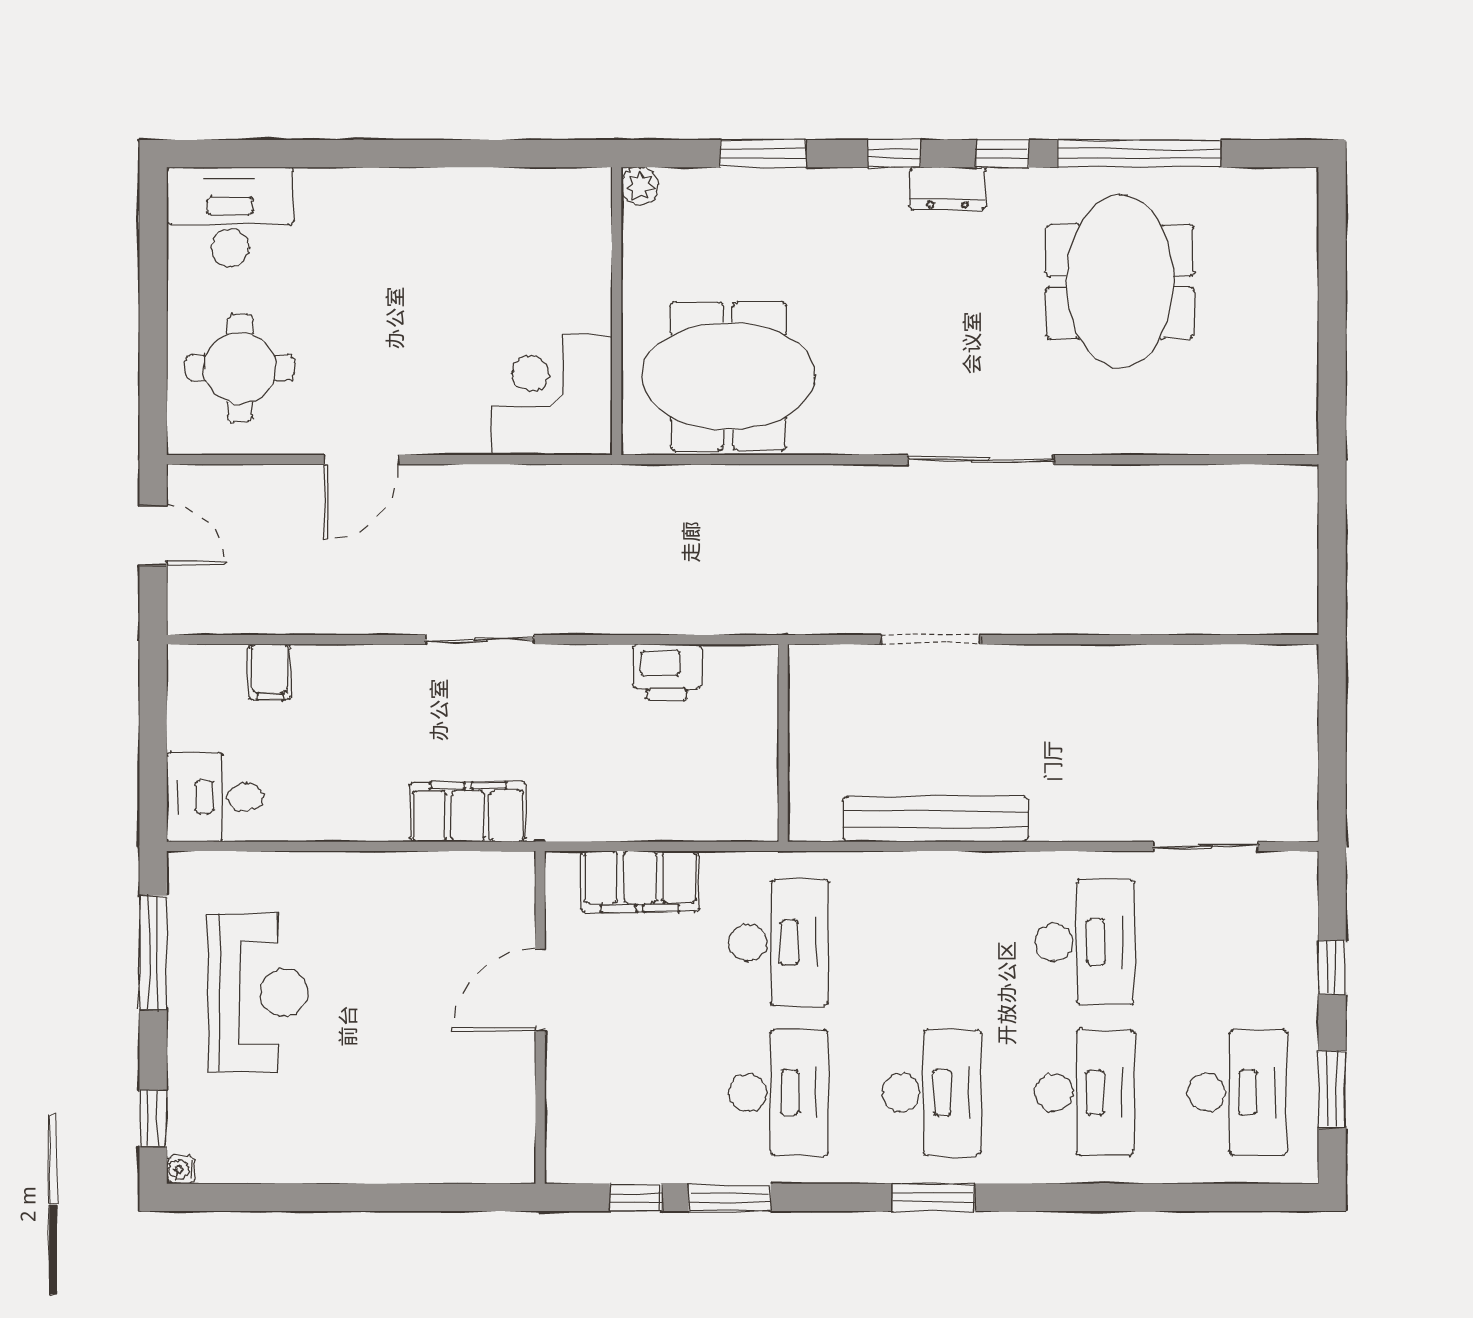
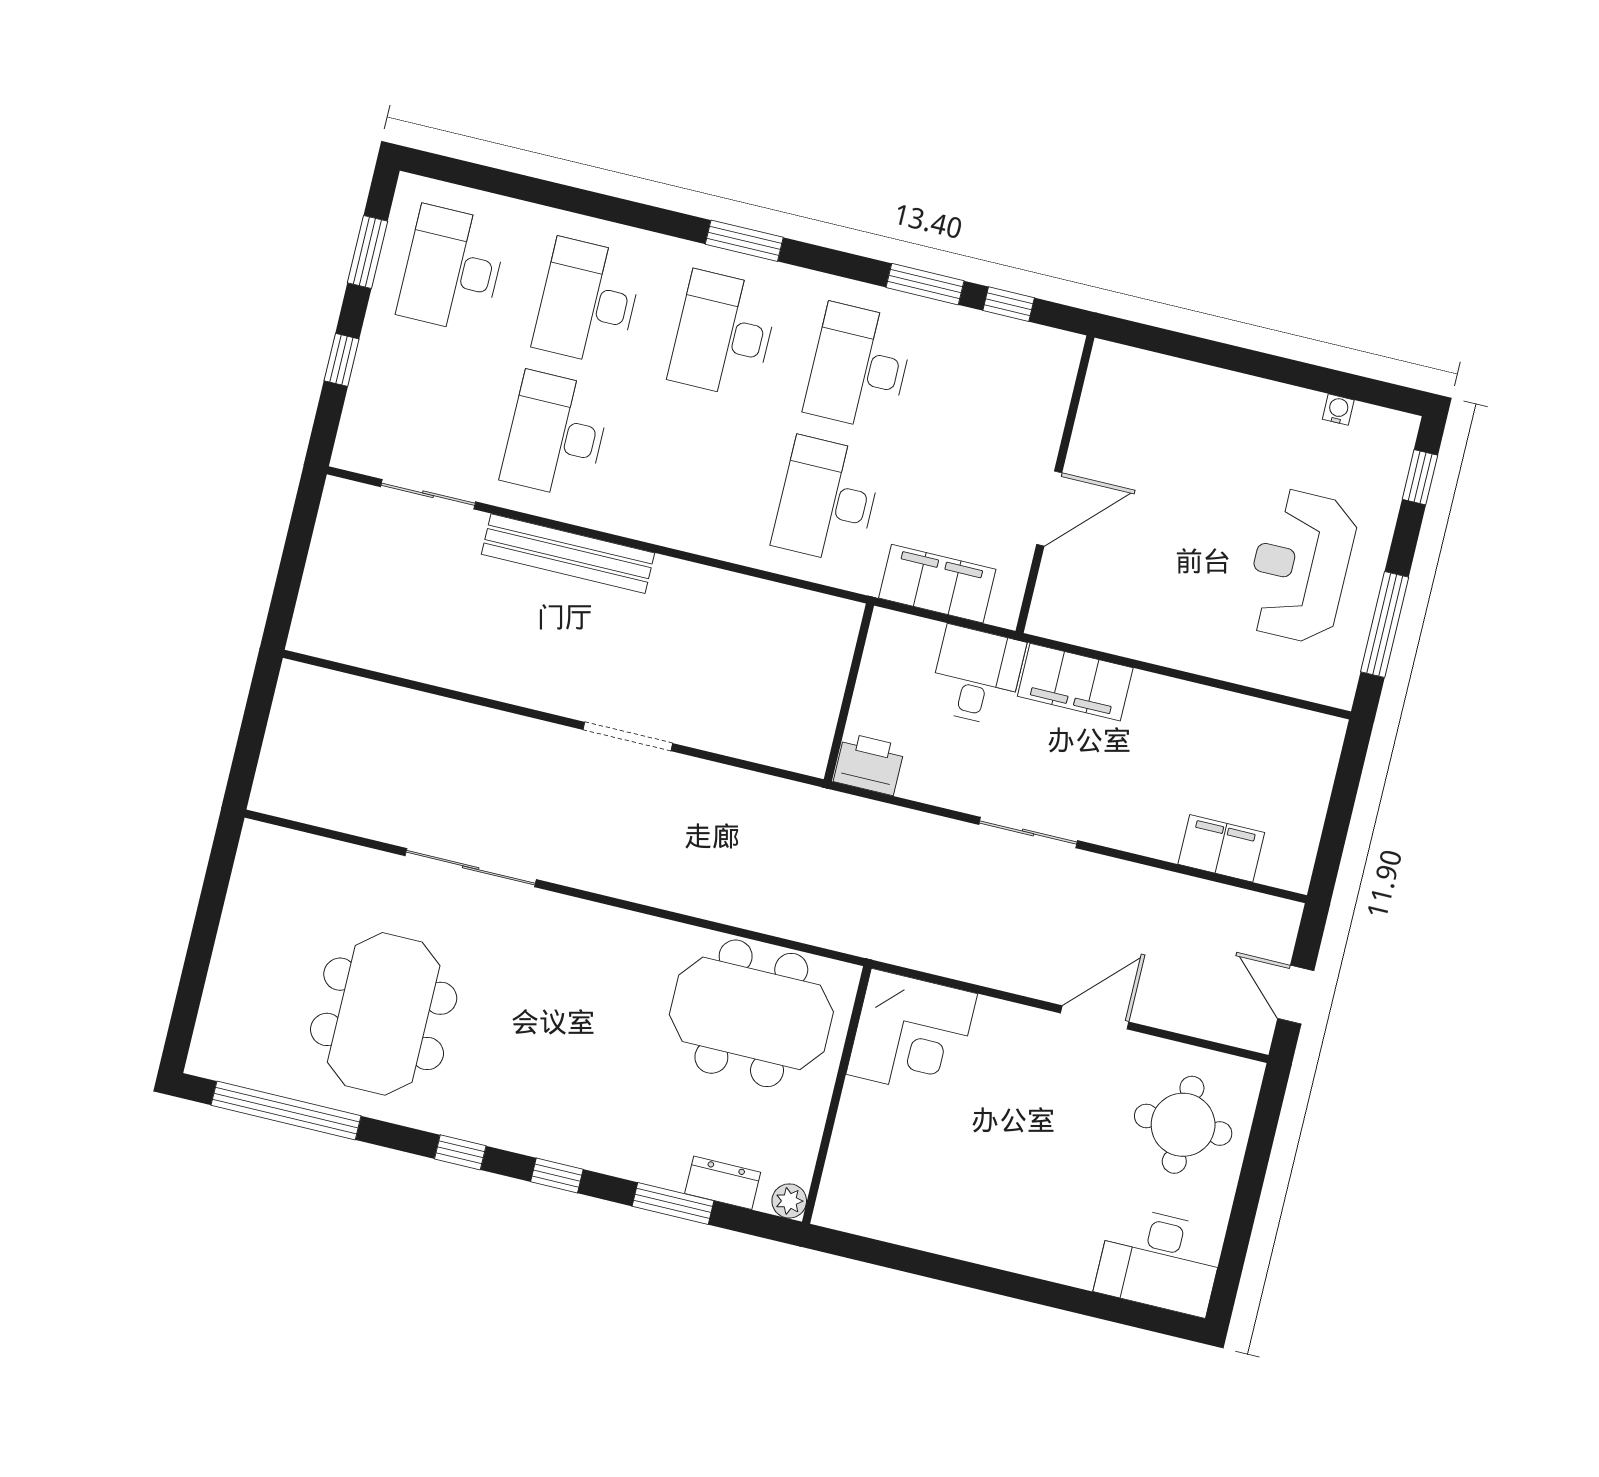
window: (1139, 154) -> (286, 1111), moved
dresser: (948, 188) -> (723, 1183), moved
sliding door: (981, 460) -> (471, 868), moved
filing cabinet: (270, 672) -> (1221, 848), width x2.00
wall: (783, 743) -> (849, 692), moved
desk: (215, 797) -> (977, 676), moved, turned -90
bench: (936, 819) -> (568, 554), moved
water cooler: (181, 1170) -> (1338, 410), moved, turned -90

